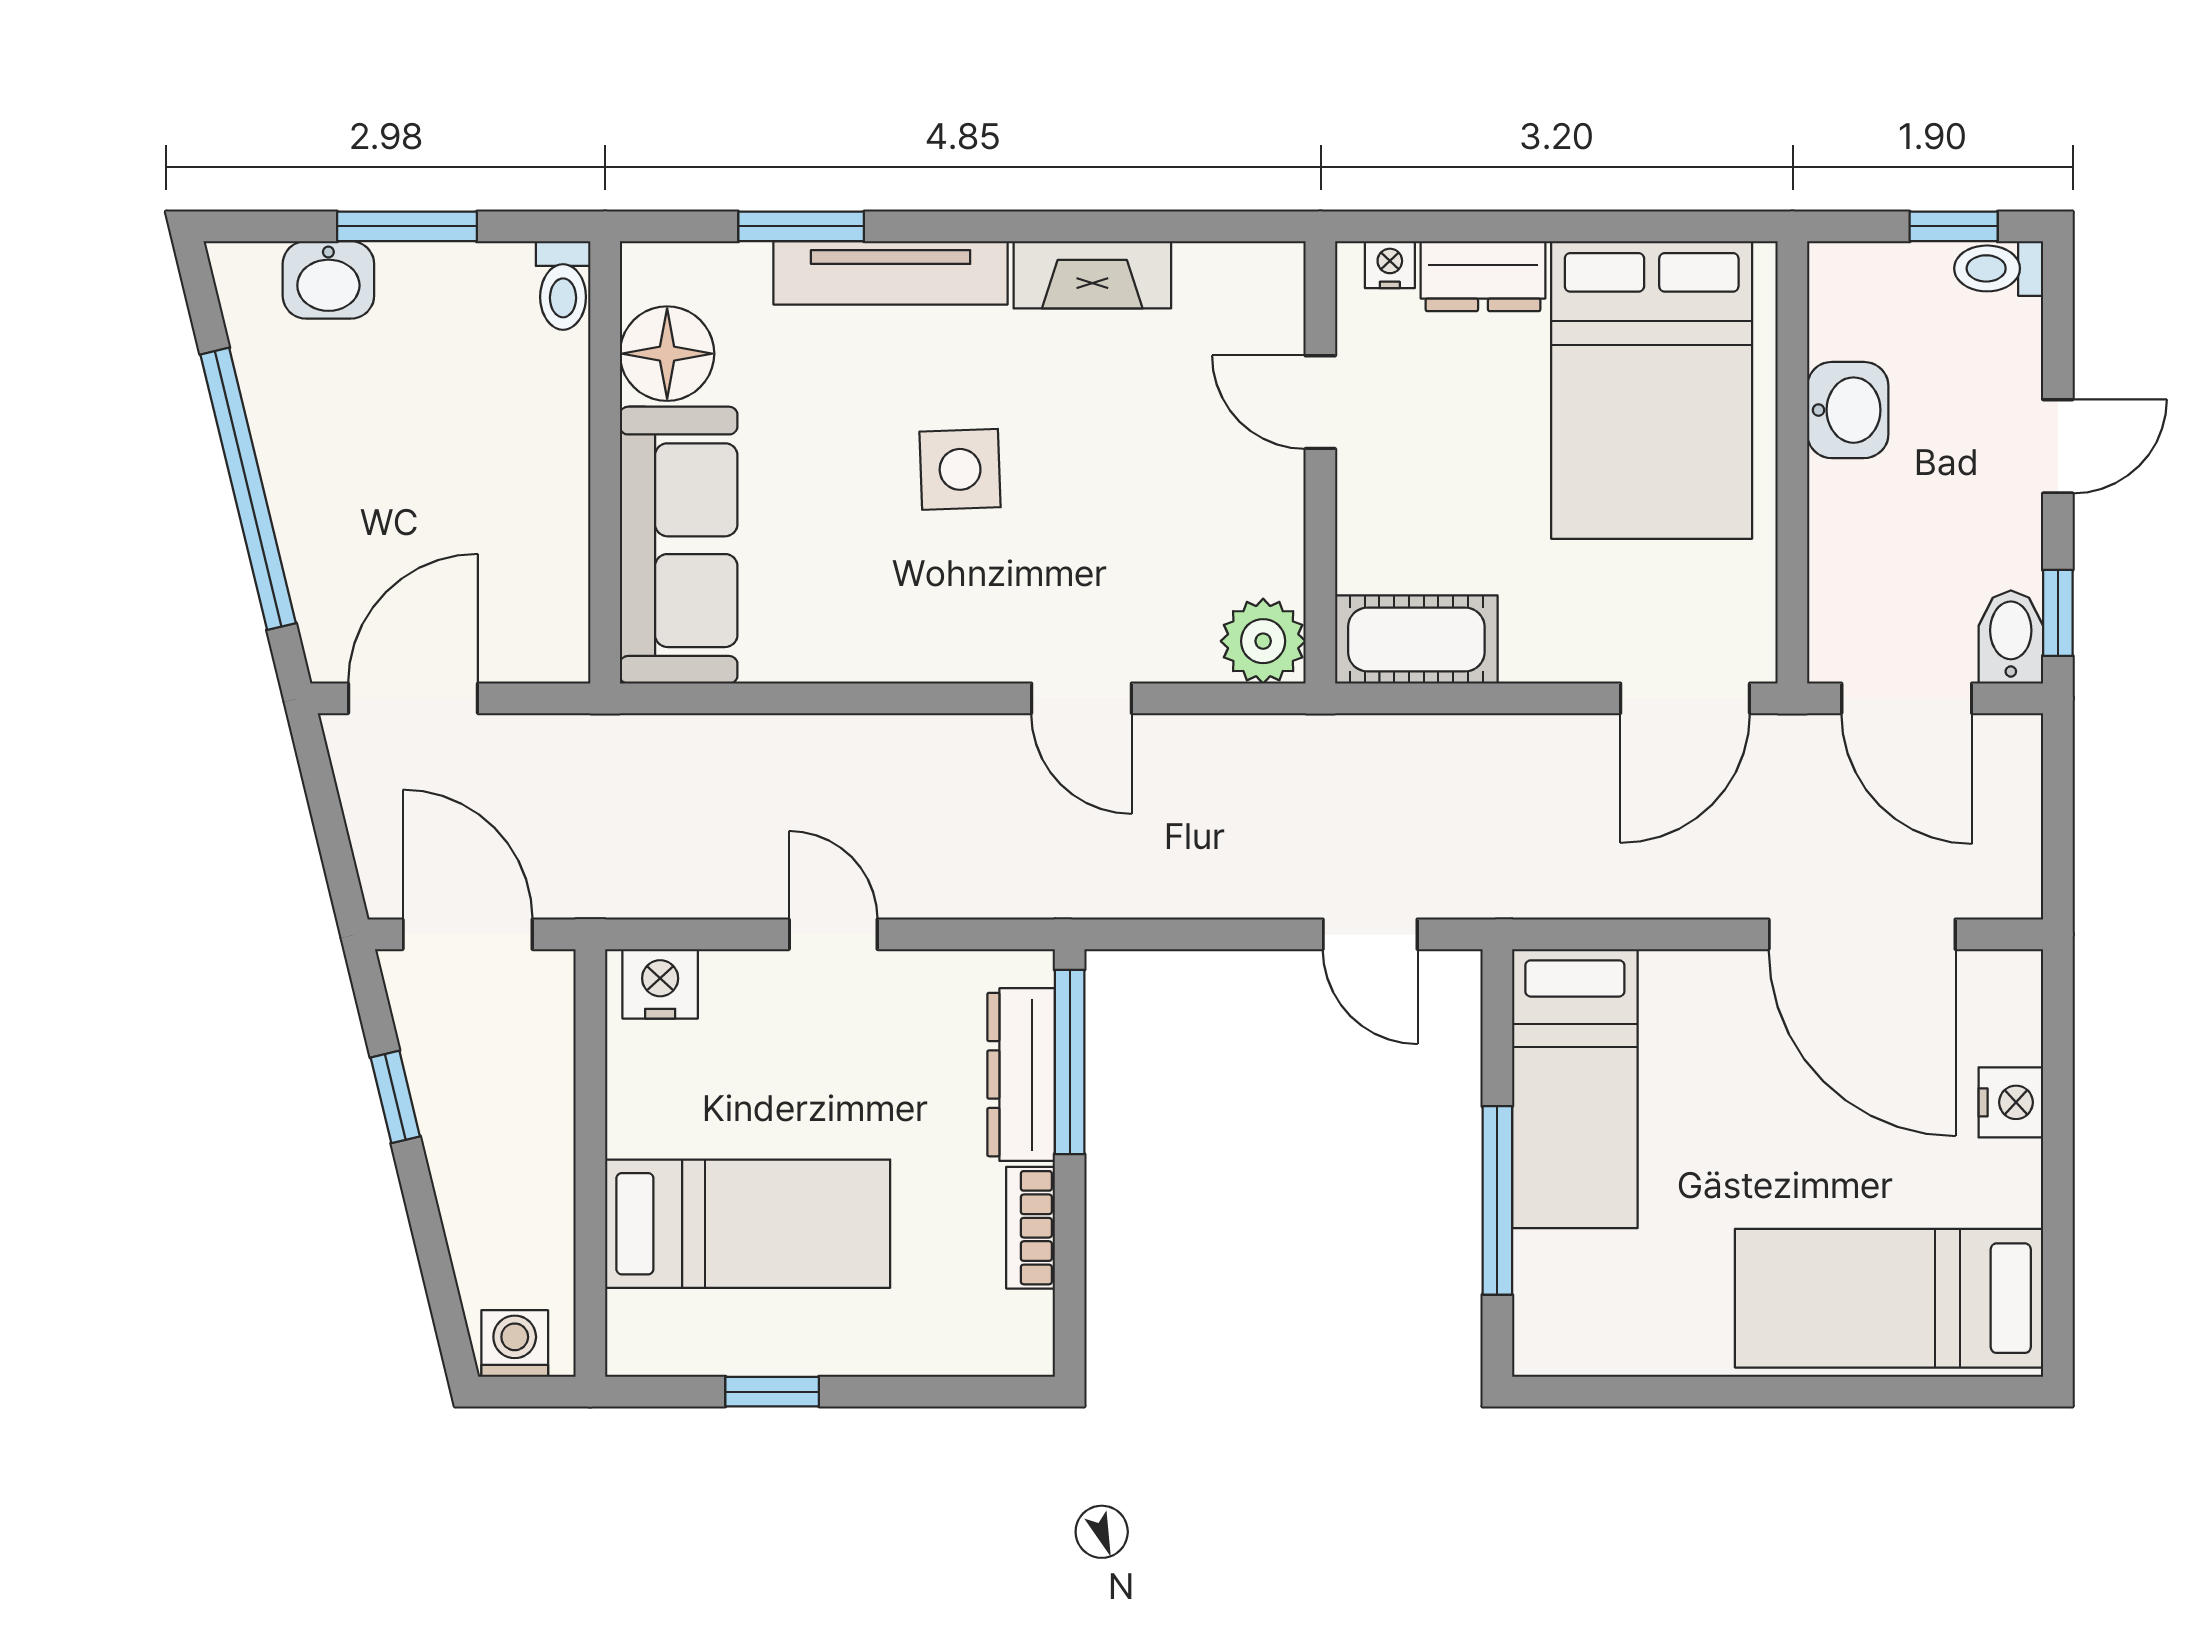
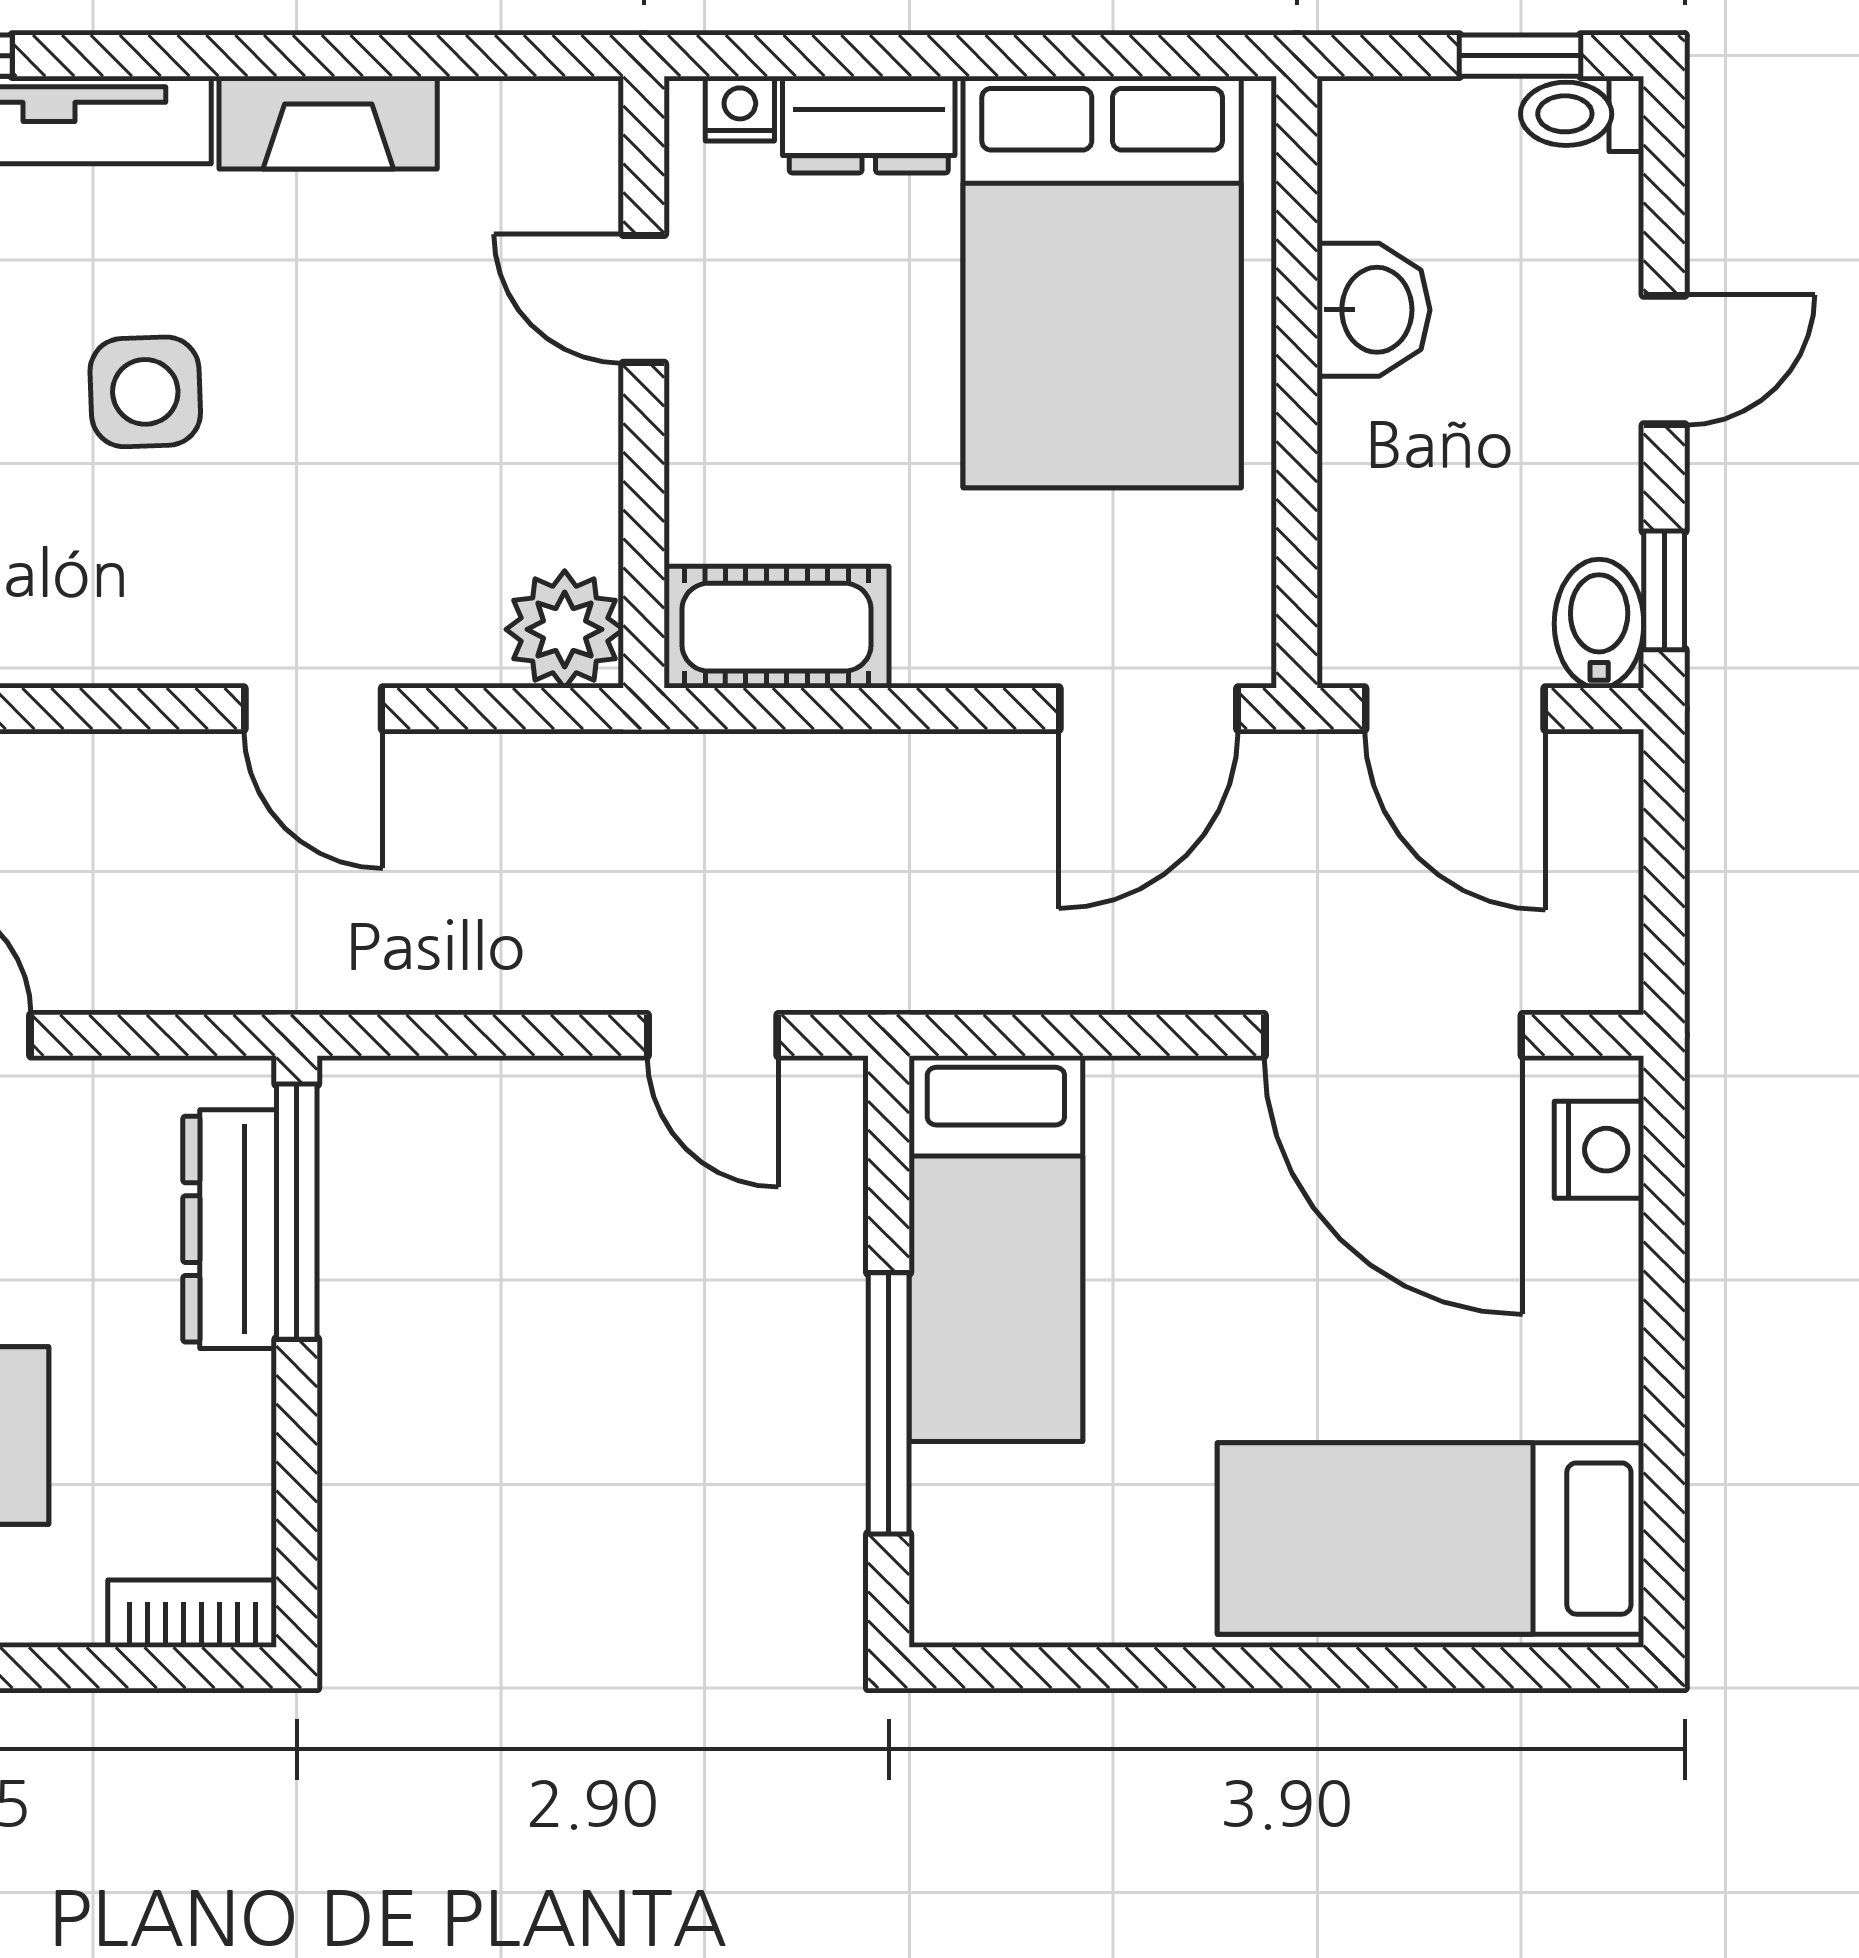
nightstand: (2011, 1102) -> (1599, 1150), moved
bookcase: (1031, 1228) -> (192, 1614), moved, turned 90

